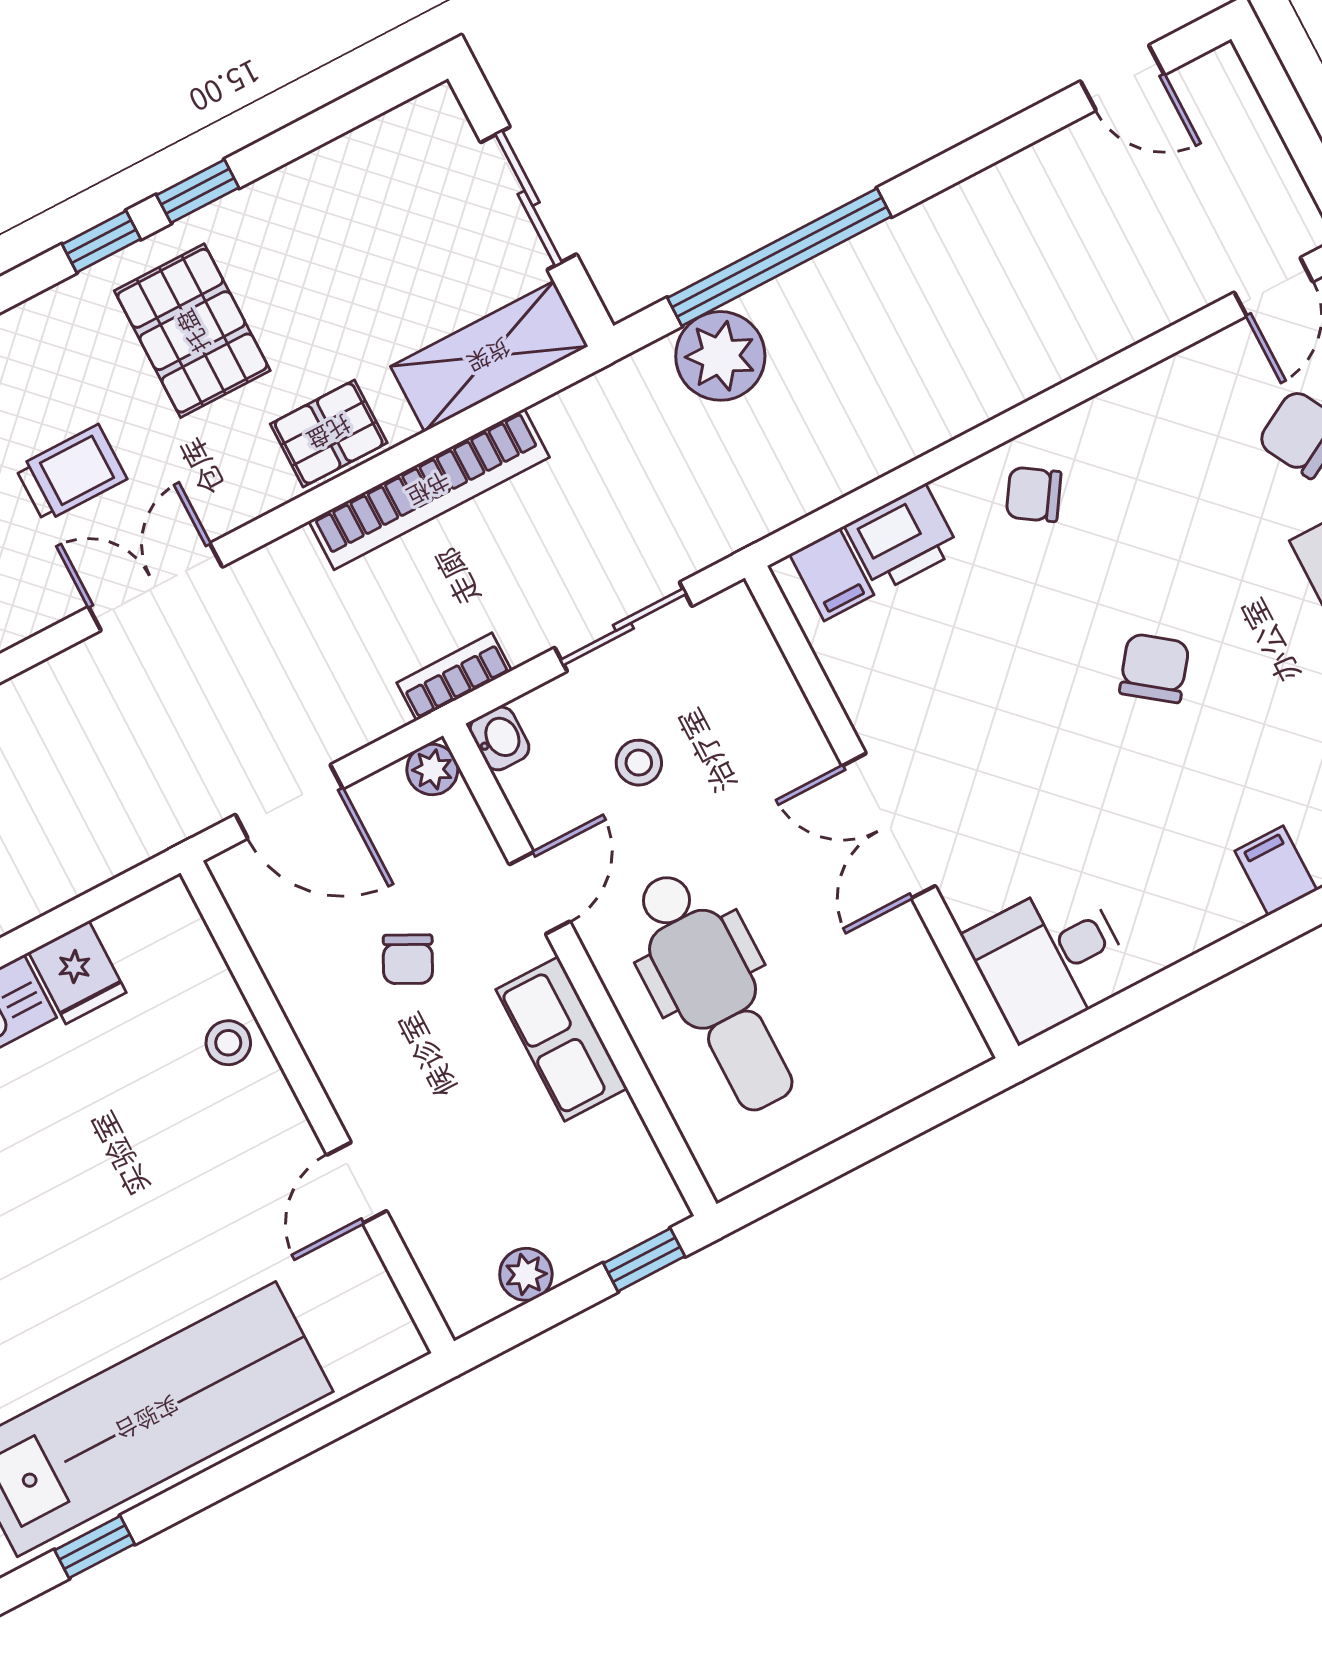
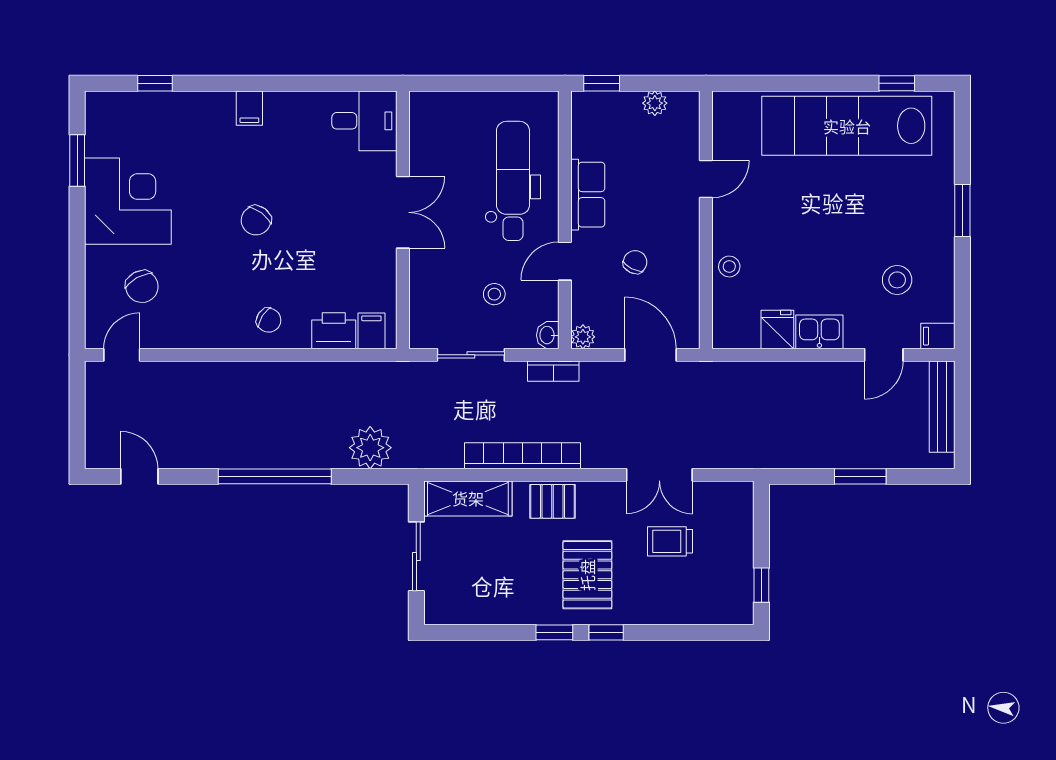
window: (779, 257) -> (275, 476), moved

